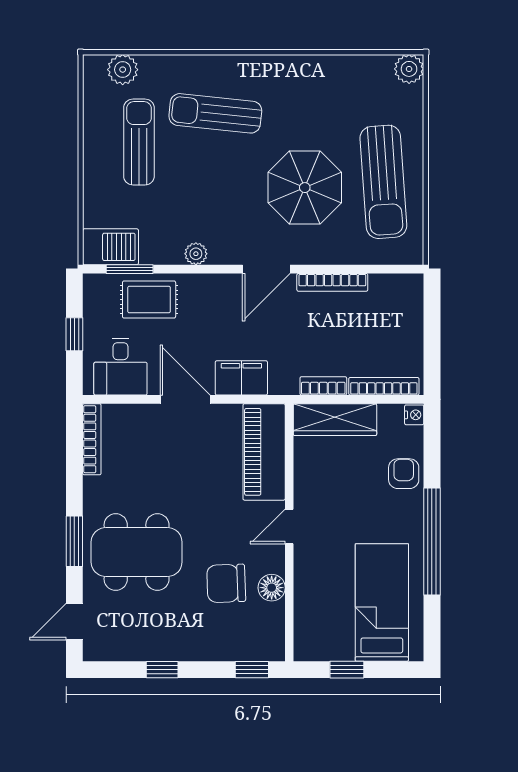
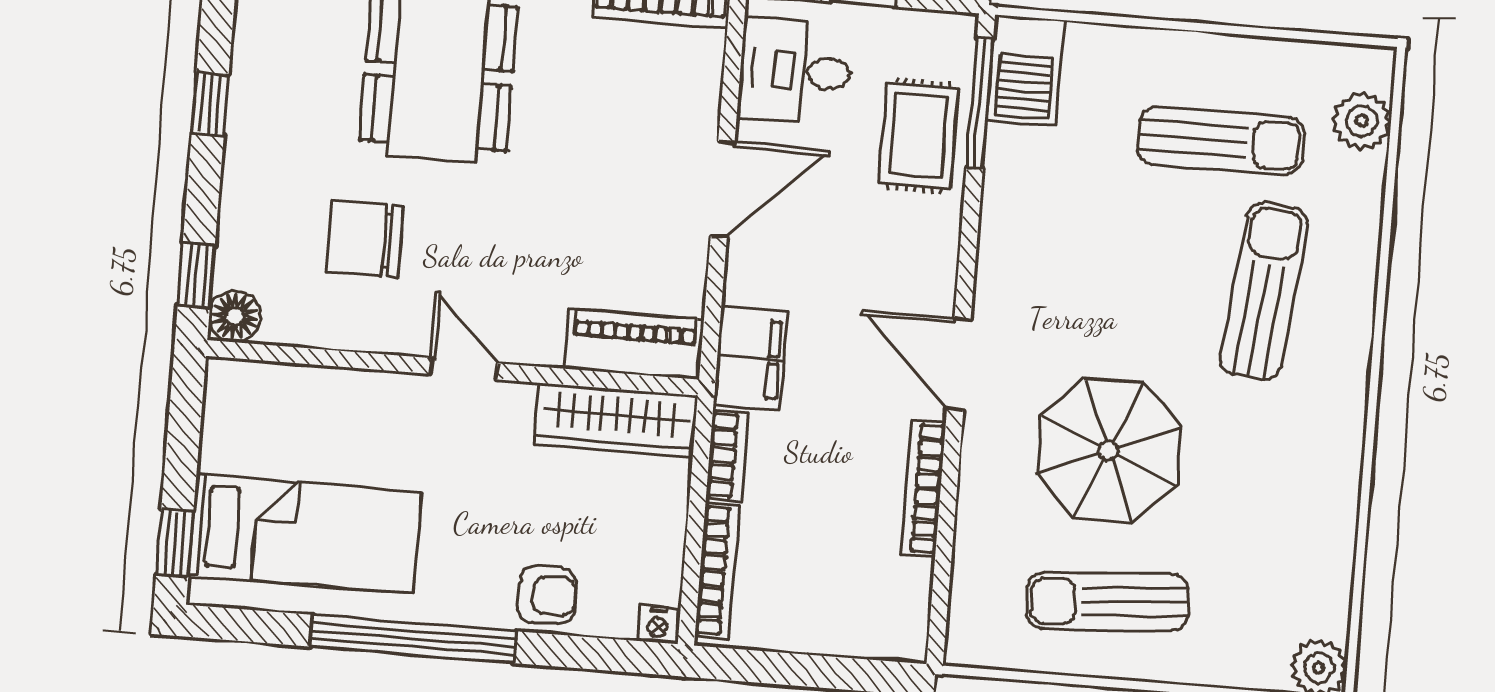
sun lounger: (383, 182) -> (1107, 601), width x0.73, depth x0.75
plant: (196, 254) -> (999, 232), removed
window: (130, 269) -> (980, 103), width x1.44
filing cabinet: (241, 378) -> (750, 358), moved
wardrobe: (335, 420) -> (616, 420), moved, turned -90
piano: (264, 452) -> (634, 344), width x0.73, depth x0.75
chair: (226, 583) -> (365, 240), turned -88
floor lamp: (272, 588) -> (235, 316), moved
window: (347, 670) -> (175, 543), moved

